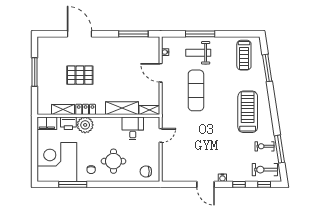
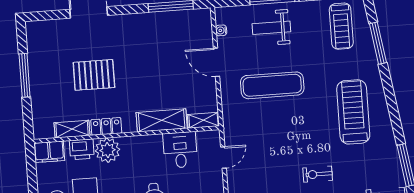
exercise mat: (196, 90) -> (272, 85), turned 90
exercise bike: (265, 146) -> (318, 174), moved

